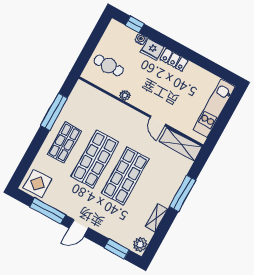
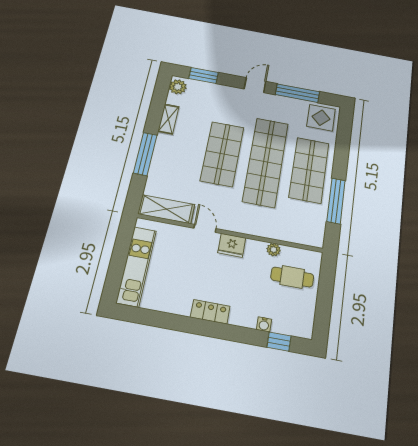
fridge: (152, 49) -> (232, 245), moved, turned 180
plant: (125, 95) -> (274, 250), moved
shop shelf: (65, 142) -> (309, 170), width x1.43, depth x1.36
shop shelf: (95, 159) -> (266, 162), width x1.40

